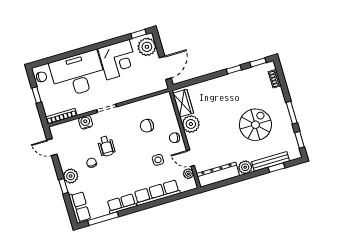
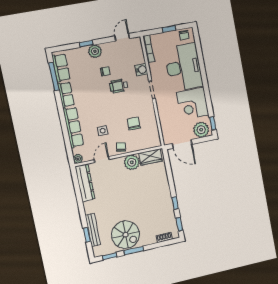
spiral stairs: (255, 125) -> (126, 235), moved
plant: (245, 167) -> (90, 207), removed
plant: (188, 174) -> (78, 159), moved
row of seats: (80, 207) -> (61, 68), moved, turned -90

